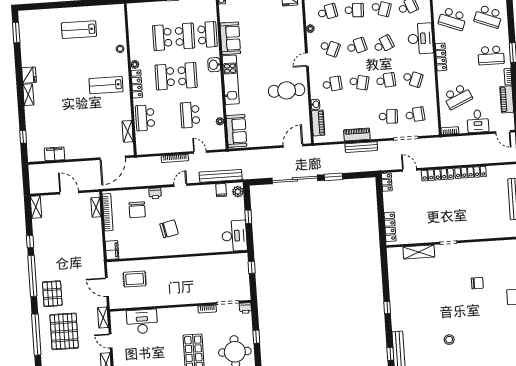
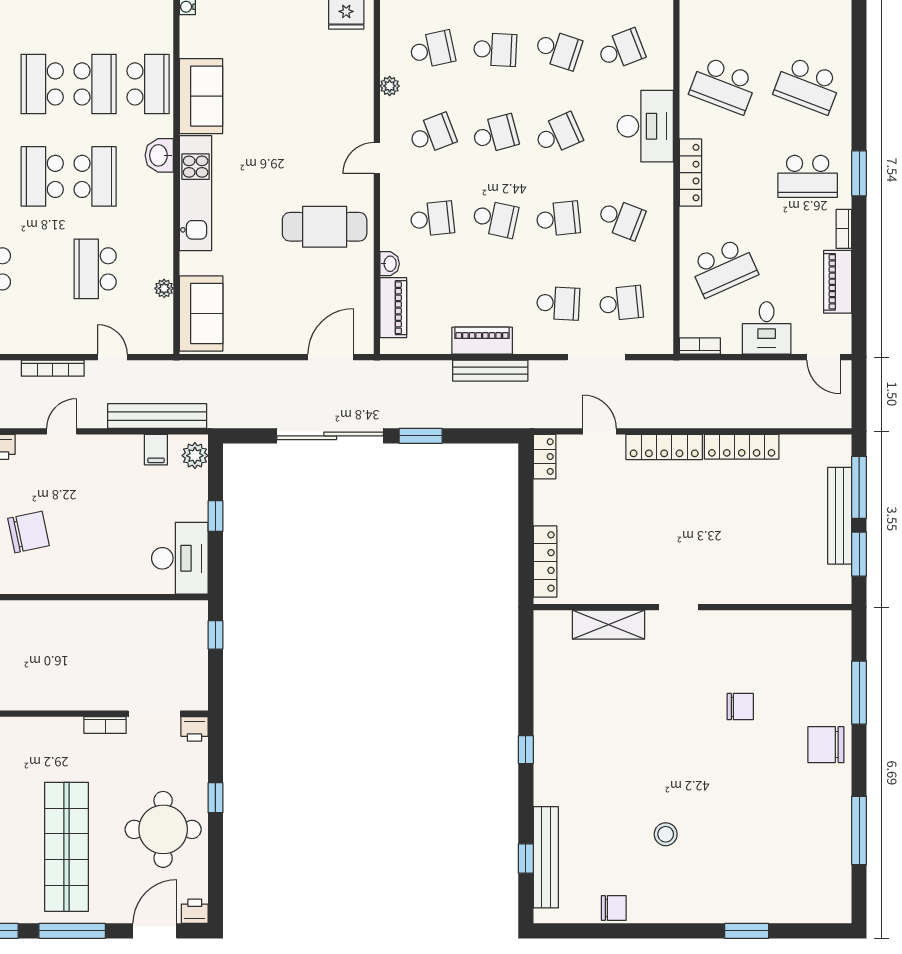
school desk: (330, 48) -> (432, 134), turned -45

